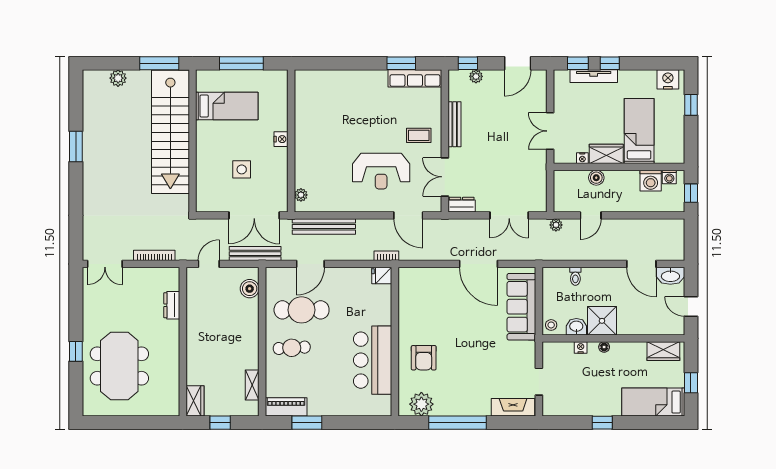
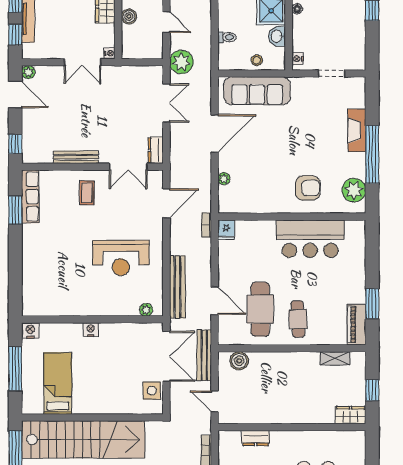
plant: (476, 76) -> (28, 72), moved
nightstand: (280, 78) -> (30, 330), added
nightstand: (582, 158) -> (110, 53), moved
side table: (242, 169) -> (152, 391), moved
reception desk: (381, 171) -> (121, 258), moved, turned 90
plant: (556, 225) -> (181, 62), width x1.87, depth x1.87
plant: (433, 273) -> (224, 179), added
stool: (551, 325) -> (257, 60), moved
nightstand: (581, 347) -> (298, 59), moved
fireplace: (513, 407) -> (357, 131), moved

